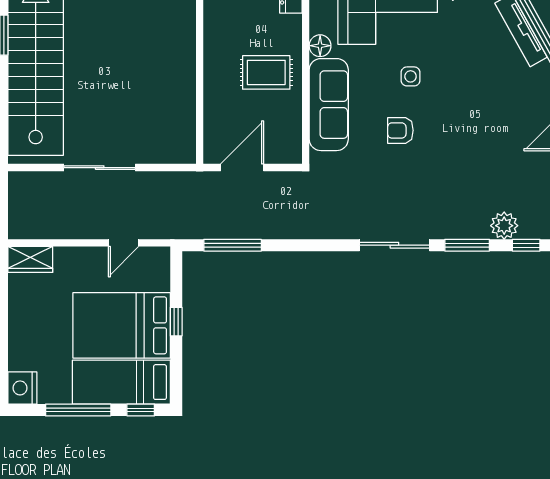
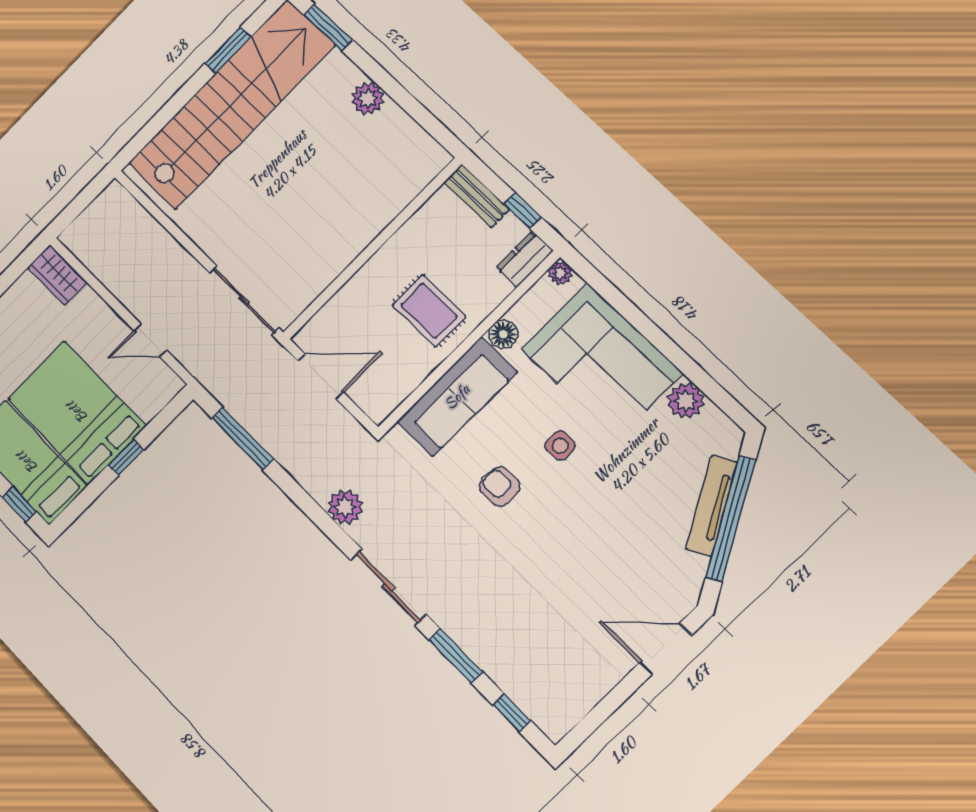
sliding door: (100, 168) -> (244, 300), moved
plant: (504, 226) -> (345, 507), moved

